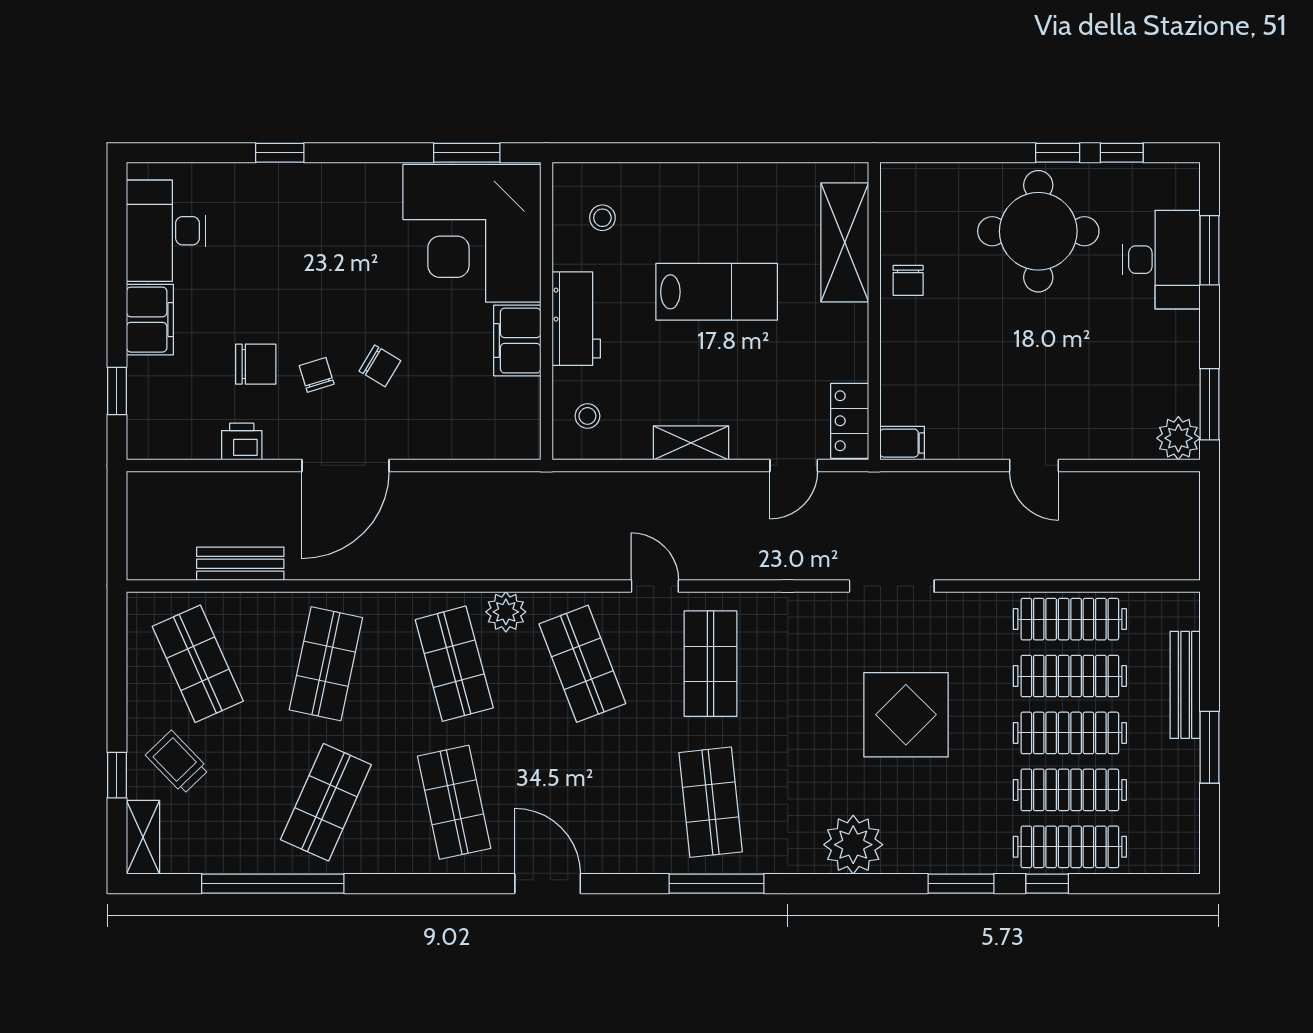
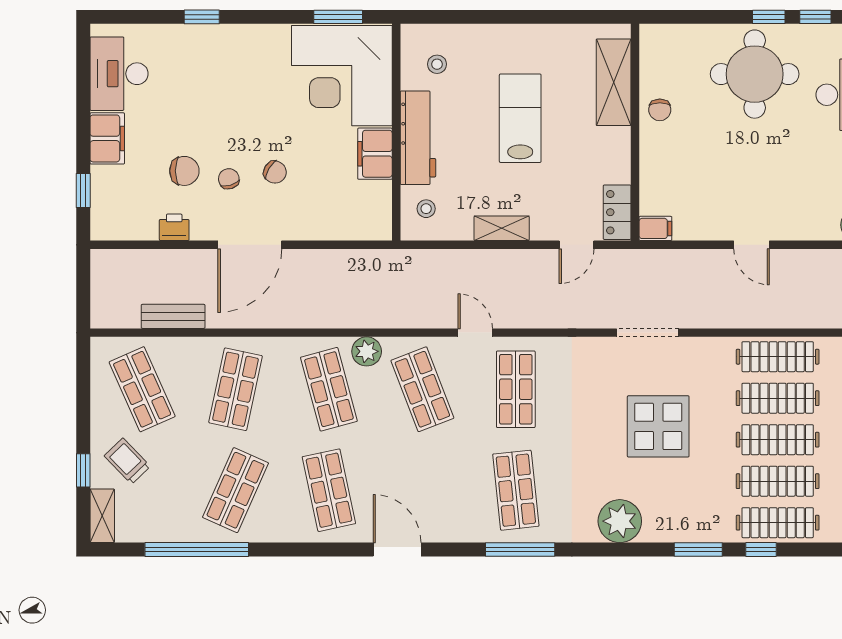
lab bench: (717, 292) -> (520, 118), turned -90
workbench: (576, 319) -> (418, 138), width x1.38

